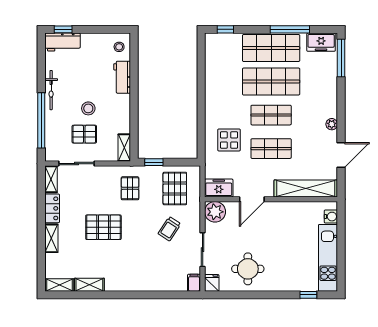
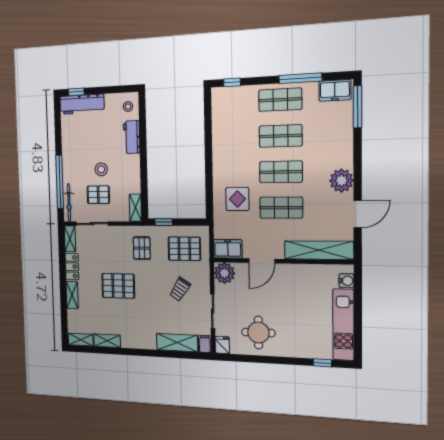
workbench: (62, 42) -> (82, 104), width x1.38
shop shelf: (271, 48) -> (280, 100), width x0.70, depth x0.74
shop shelf: (271, 82) -> (281, 136), width x0.70, depth x0.74
bicycle: (51, 90) -> (69, 202), moved
plant: (332, 124) -> (342, 181), width x1.87, depth x1.87
pallet: (175, 188) -> (184, 249), turned 90
shelving: (165, 283) -> (177, 343), added

